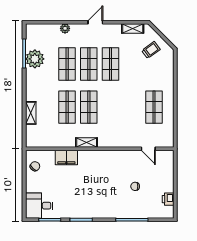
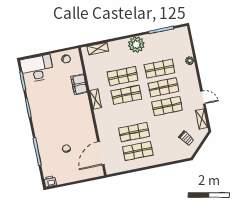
door: (95, 22) -> (203, 97), moved
plant: (35, 59) -> (136, 45), moved
shop shelf: (132, 107) -> (134, 132), added
shelving: (31, 113) -> (98, 49), moved
door: (148, 149) -> (101, 153), width x1.88
printer: (168, 199) -> (50, 181), moved
desk: (39, 206) -> (37, 69), width x1.37

